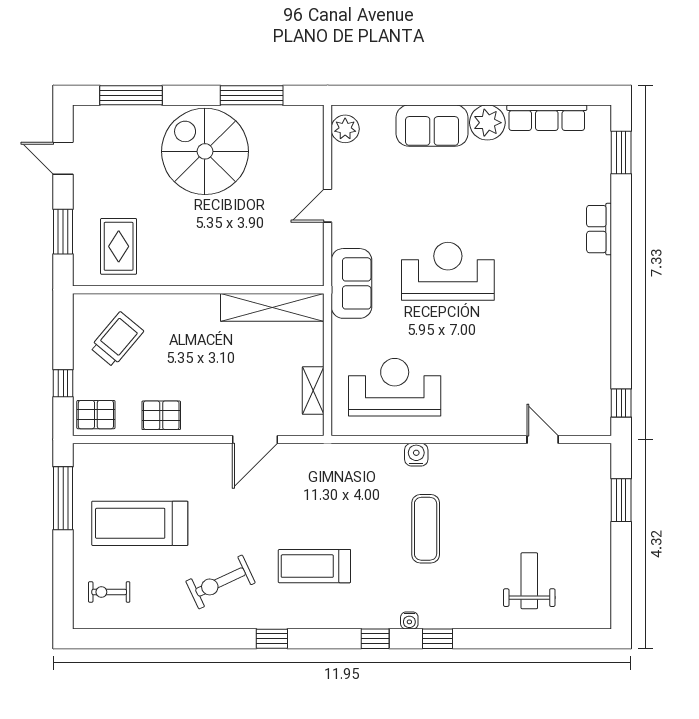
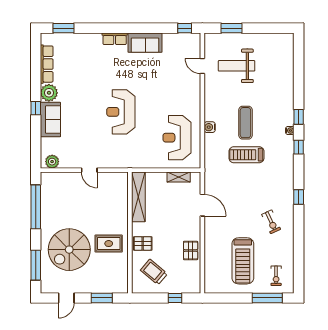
window: (252, 95) -> (36, 207), width x1.46
window: (456, 95) -> (36, 108), added
spiral stairs: (205, 151) -> (69, 250), moved
row of seats: (599, 229) -> (115, 39), moved
rug: (119, 246) -> (109, 244), moved
sofa: (351, 283) -> (145, 43), moved, turned 180
pallet: (96, 415) -> (143, 243), moved, turned 90
door: (543, 439) -> (202, 66), hinge flipped
window: (63, 498) -> (267, 298), moved
exercise mat: (426, 529) -> (245, 123), turned 90
treadmill: (314, 566) -> (246, 155), moved, turned 90
weight bench: (529, 581) -> (237, 66), moved, width x1.36, depth x1.33
exercise bike: (221, 582) -> (271, 222), width x0.73, depth x0.72

